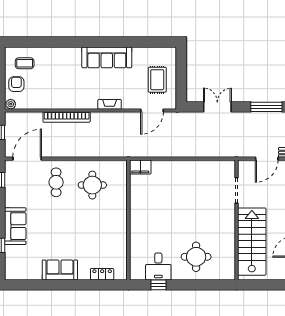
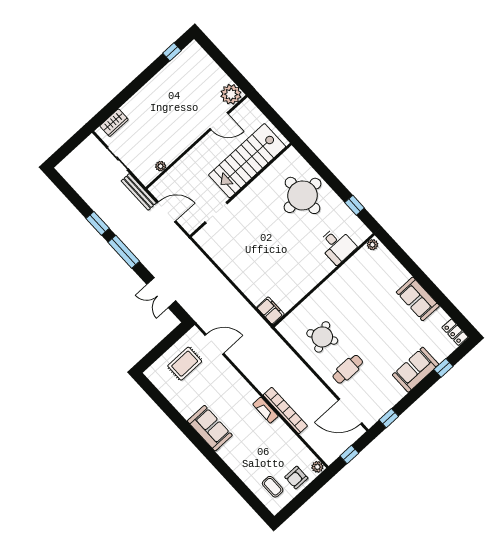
sofa: (107, 57) -> (210, 428), width x0.73
fireplace: (110, 104) -> (266, 410), moved
round table: (92, 185) -> (322, 337), turned -30
round table: (196, 257) -> (302, 195), width x1.36, depth x1.36
desk: (158, 266) -> (337, 245), moved, turned 90
plant: (122, 273) -> (372, 245), added
locker: (102, 274) -> (455, 332), moved

